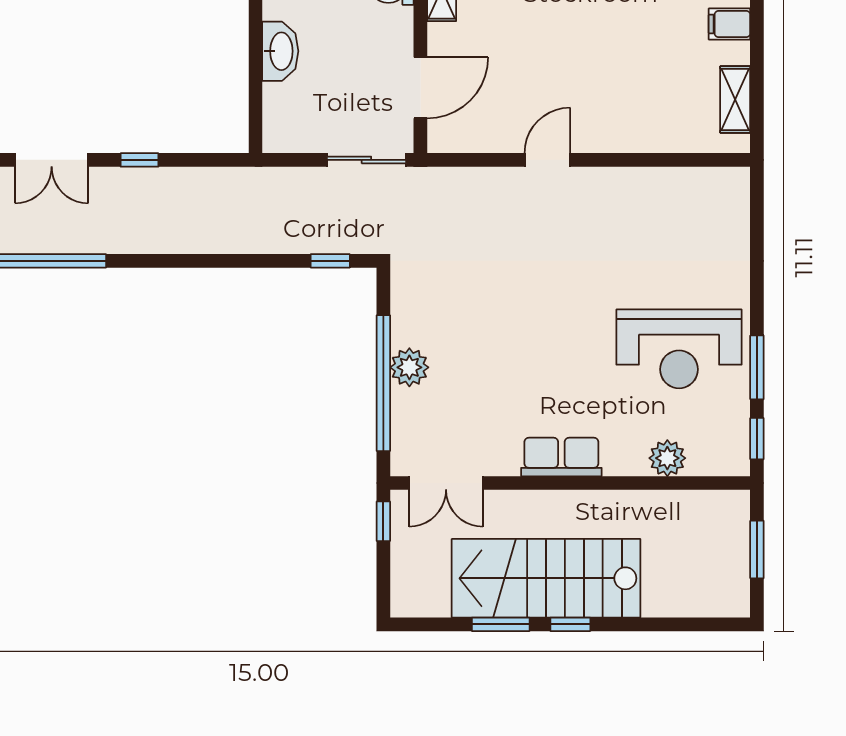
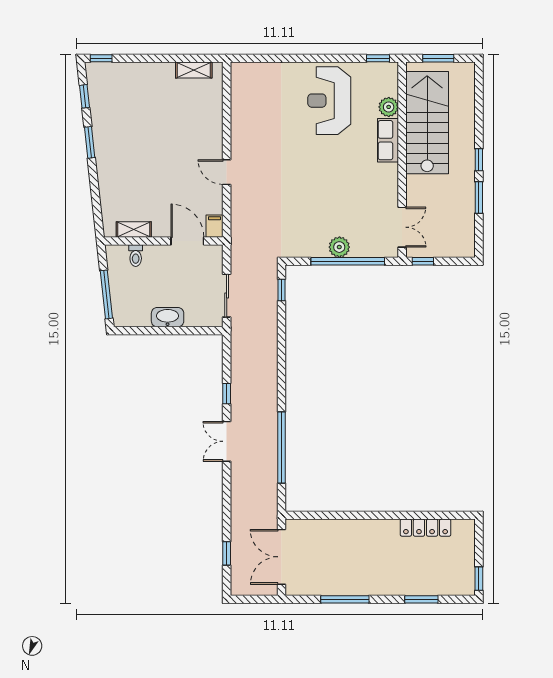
filing cabinet: (729, 24) -> (214, 226), moved, turned 180
double door: (52, 160) -> (227, 441), swing flipped
sliding door: (366, 160) -> (227, 296), moved
reception desk: (679, 349) -> (329, 101), turned 180
window: (757, 367) -> (339, 58), removed
row of seats: (561, 457) -> (388, 140), moved
stairs: (546, 578) -> (427, 123), moved, turned 180

